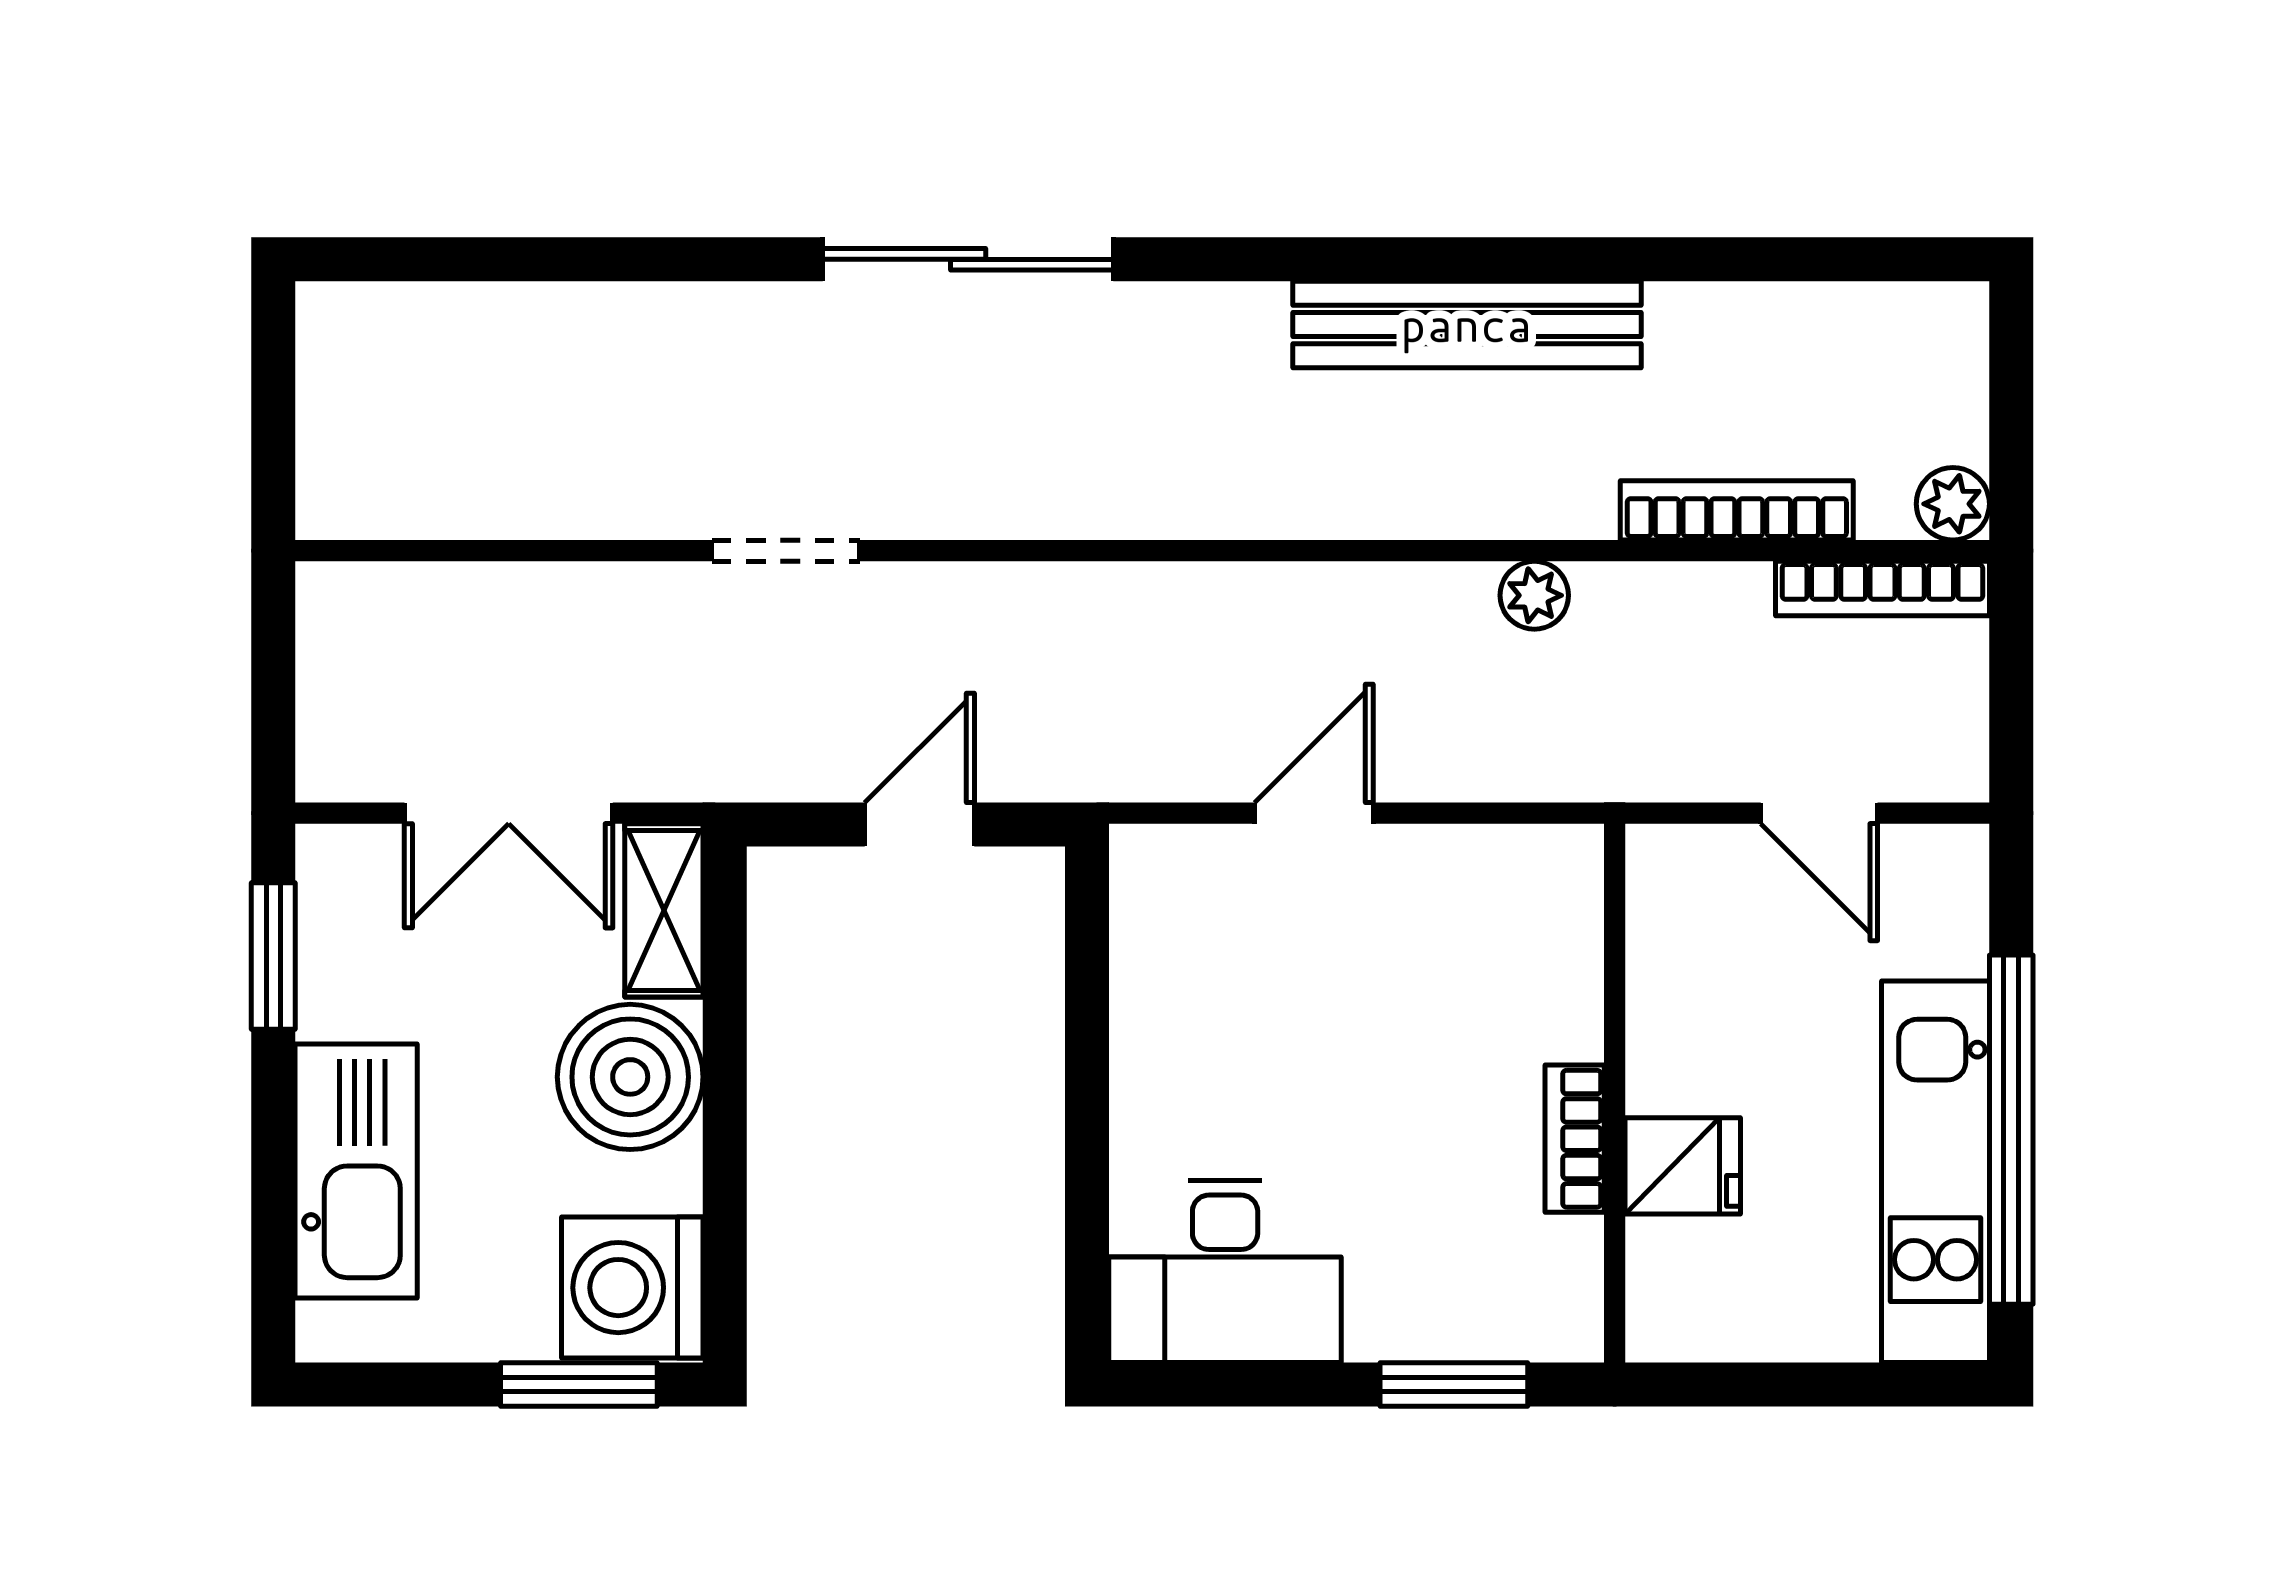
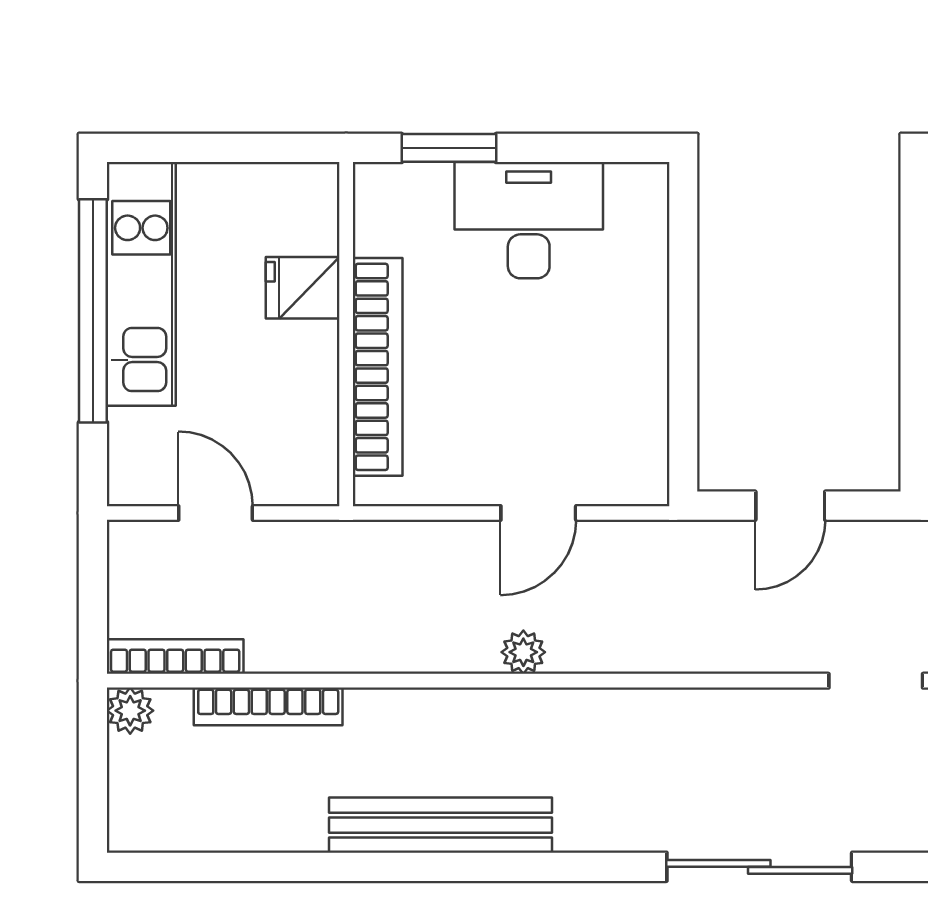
plant: (1534, 595) -> (523, 652), moved
bookcase: (1575, 1139) -> (378, 367), width x2.31, depth x1.31
desk: (1225, 1272) -> (529, 220), moved

